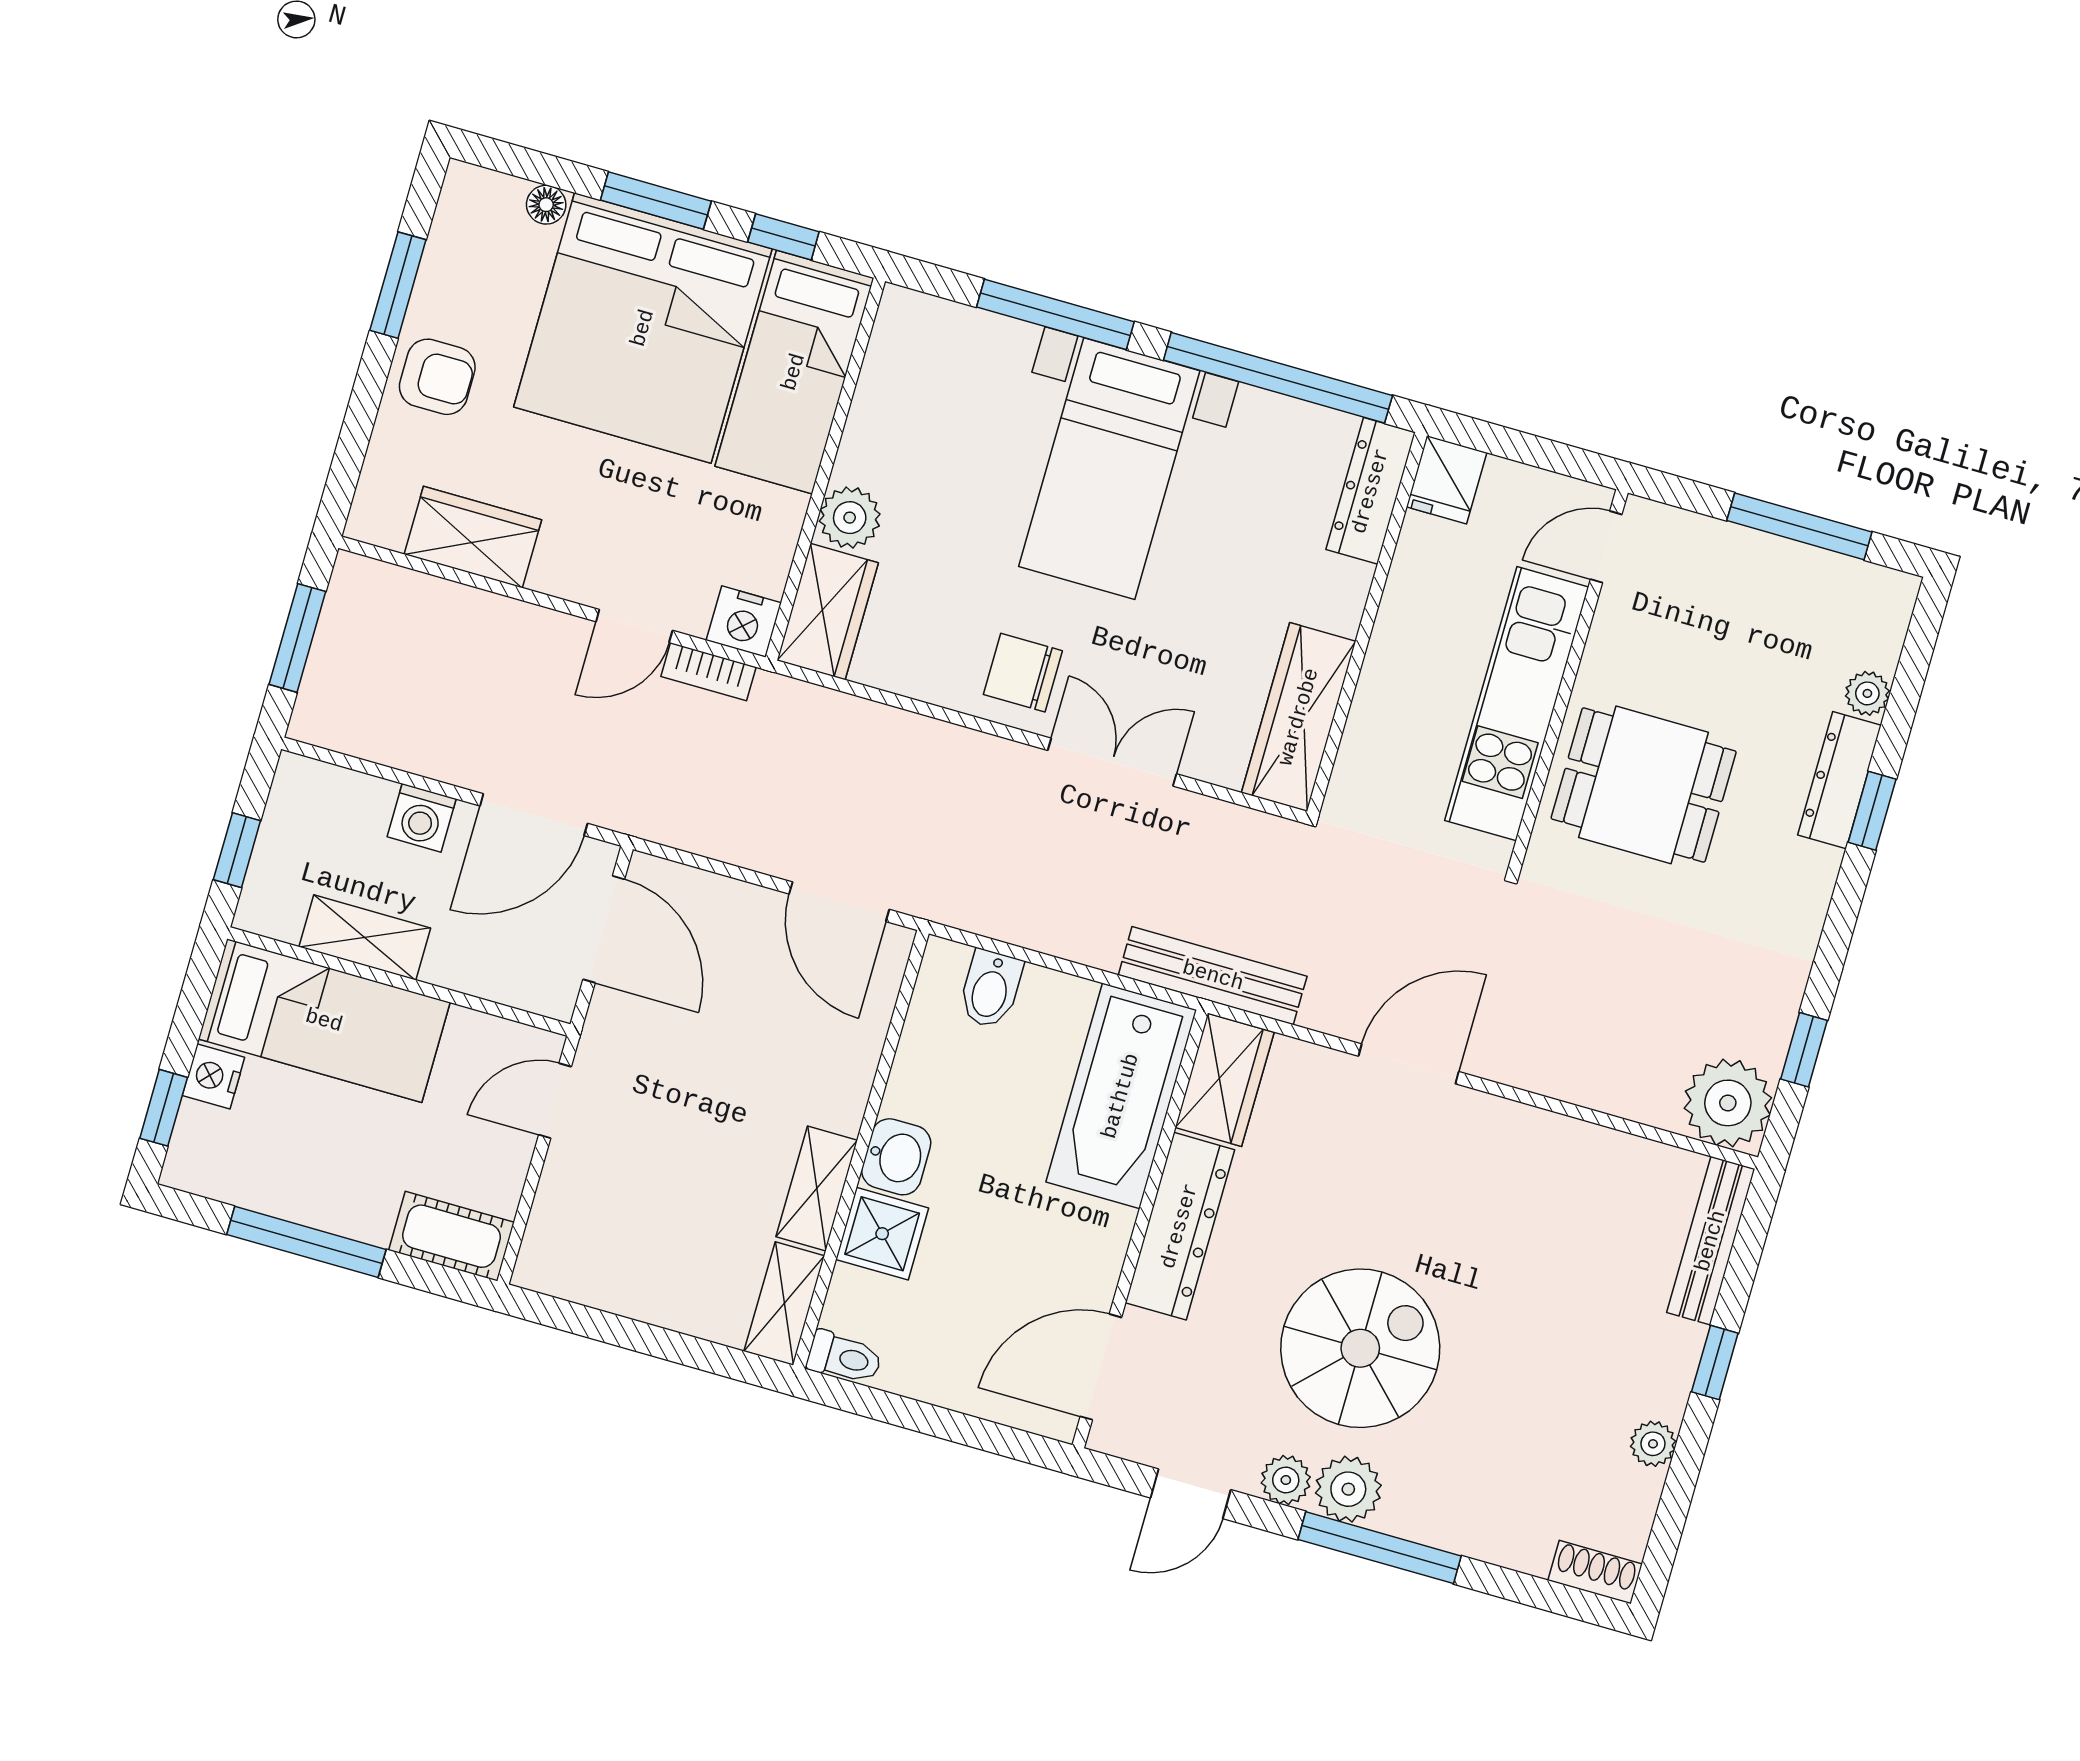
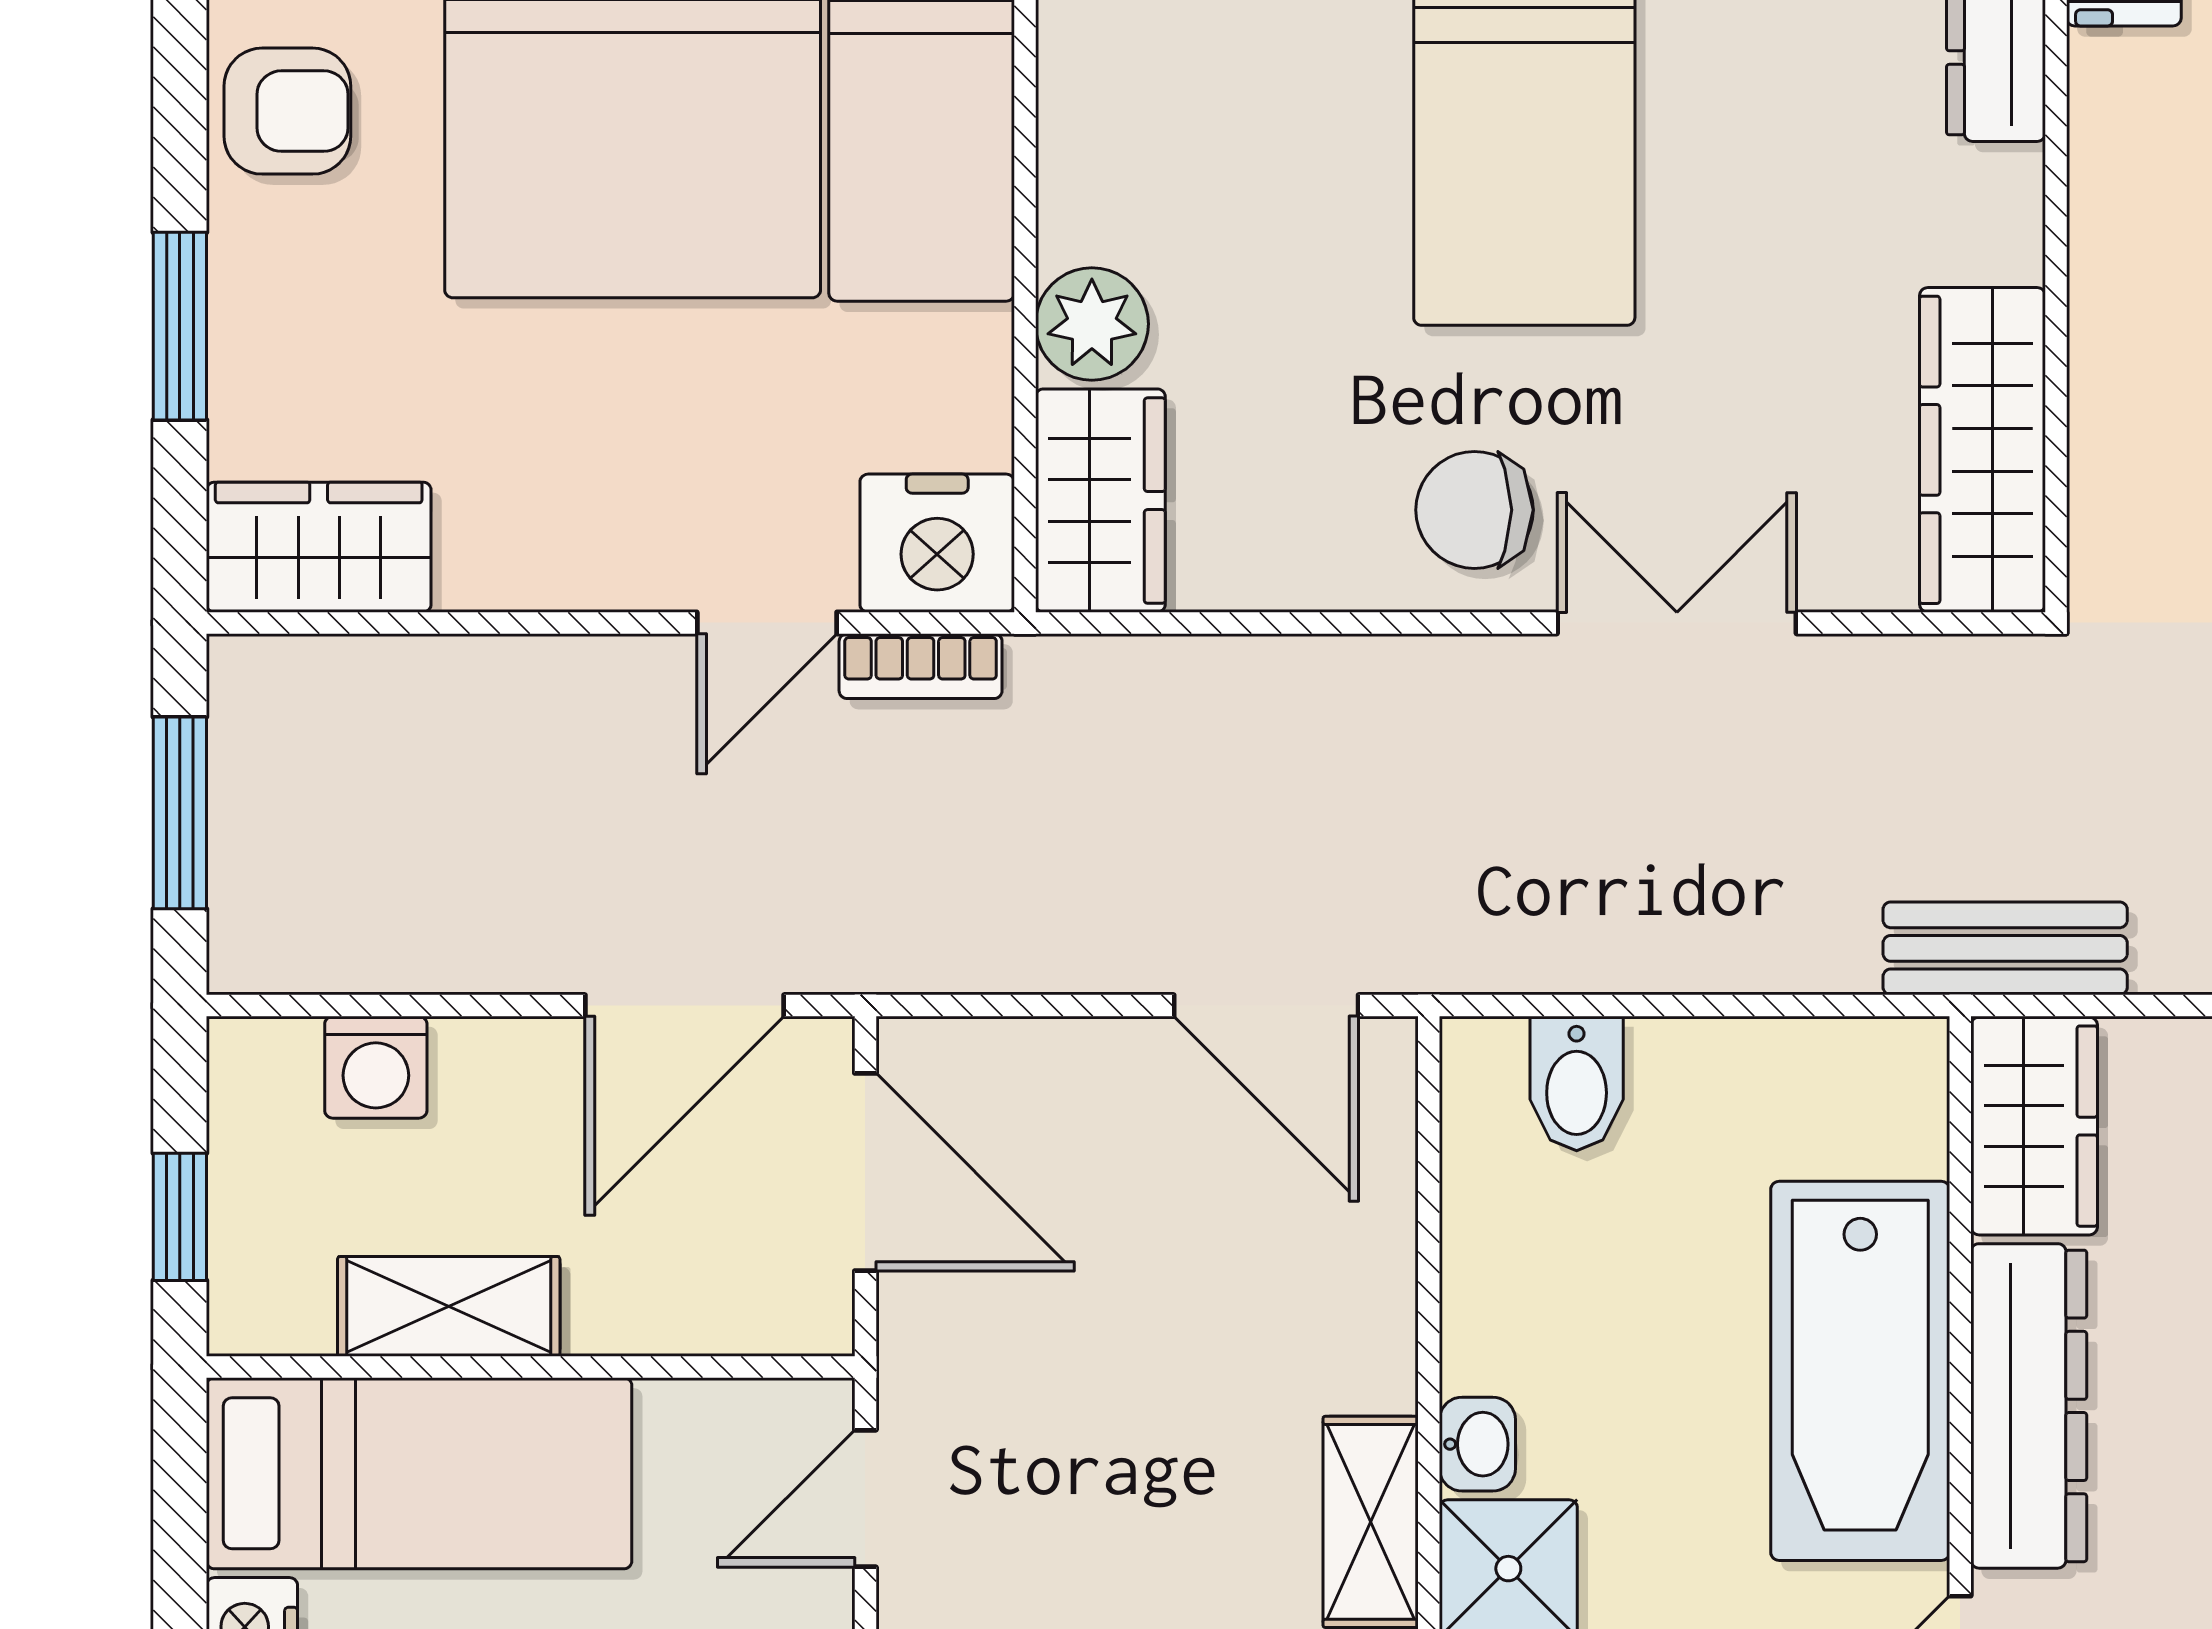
window: (398, 285) -> (180, 326), moved
armchair: (437, 377) -> (287, 111), moved
wardrobe: (473, 537) -> (319, 547), moved
nightstand: (744, 622) -> (937, 543), width x1.36, depth x1.33
washing machine: (422, 818) -> (376, 1067), moved
bench: (1213, 976) -> (2005, 948), width x0.73
bathtub: (1121, 1096) -> (1860, 1371), moved
washbasin: (896, 1157) -> (1477, 1444), width x0.72, depth x0.69

